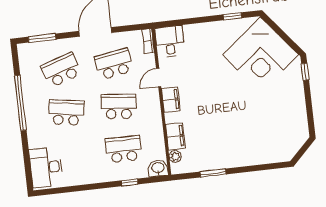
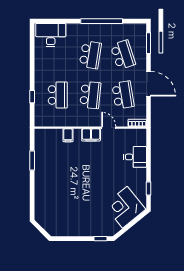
desk: (170, 41) -> (135, 157), moved
corner desk: (261, 55) -> (125, 207), width x0.74, depth x0.74
filing cabinet: (176, 136) -> (68, 135), width x0.50
plant: (175, 156) -> (48, 133), removed
washbasin: (158, 168) -> (40, 119), removed

